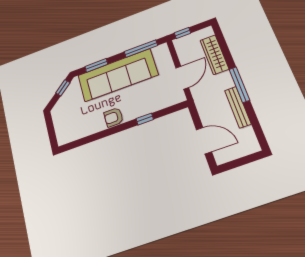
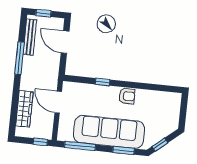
door: (182, 78) -> (58, 102), hinge flipped
window: (239, 85) -> (19, 58), moved
bench: (238, 107) -> (30, 37), moved
window: (244, 161) -> (43, 13), added

